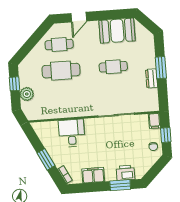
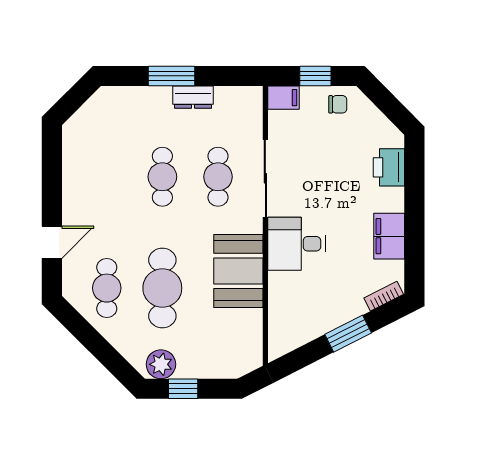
door: (79, 17) -> (52, 242), hinge flipped
booth: (117, 31) -> (238, 271), moved
cafe table: (115, 93) -> (218, 177), added
plant: (27, 94) -> (161, 364), moved
desk: (72, 133) -> (297, 244), moved
window: (120, 185) -> (414, 180), removed

